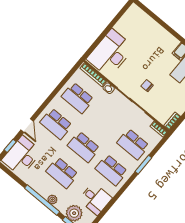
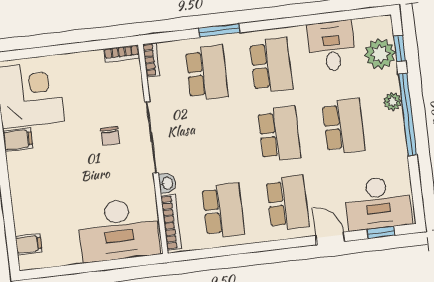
filing cabinet: (139, 16) -> (29, 244), added
door: (27, 125) -> (330, 238), hinge flipped

